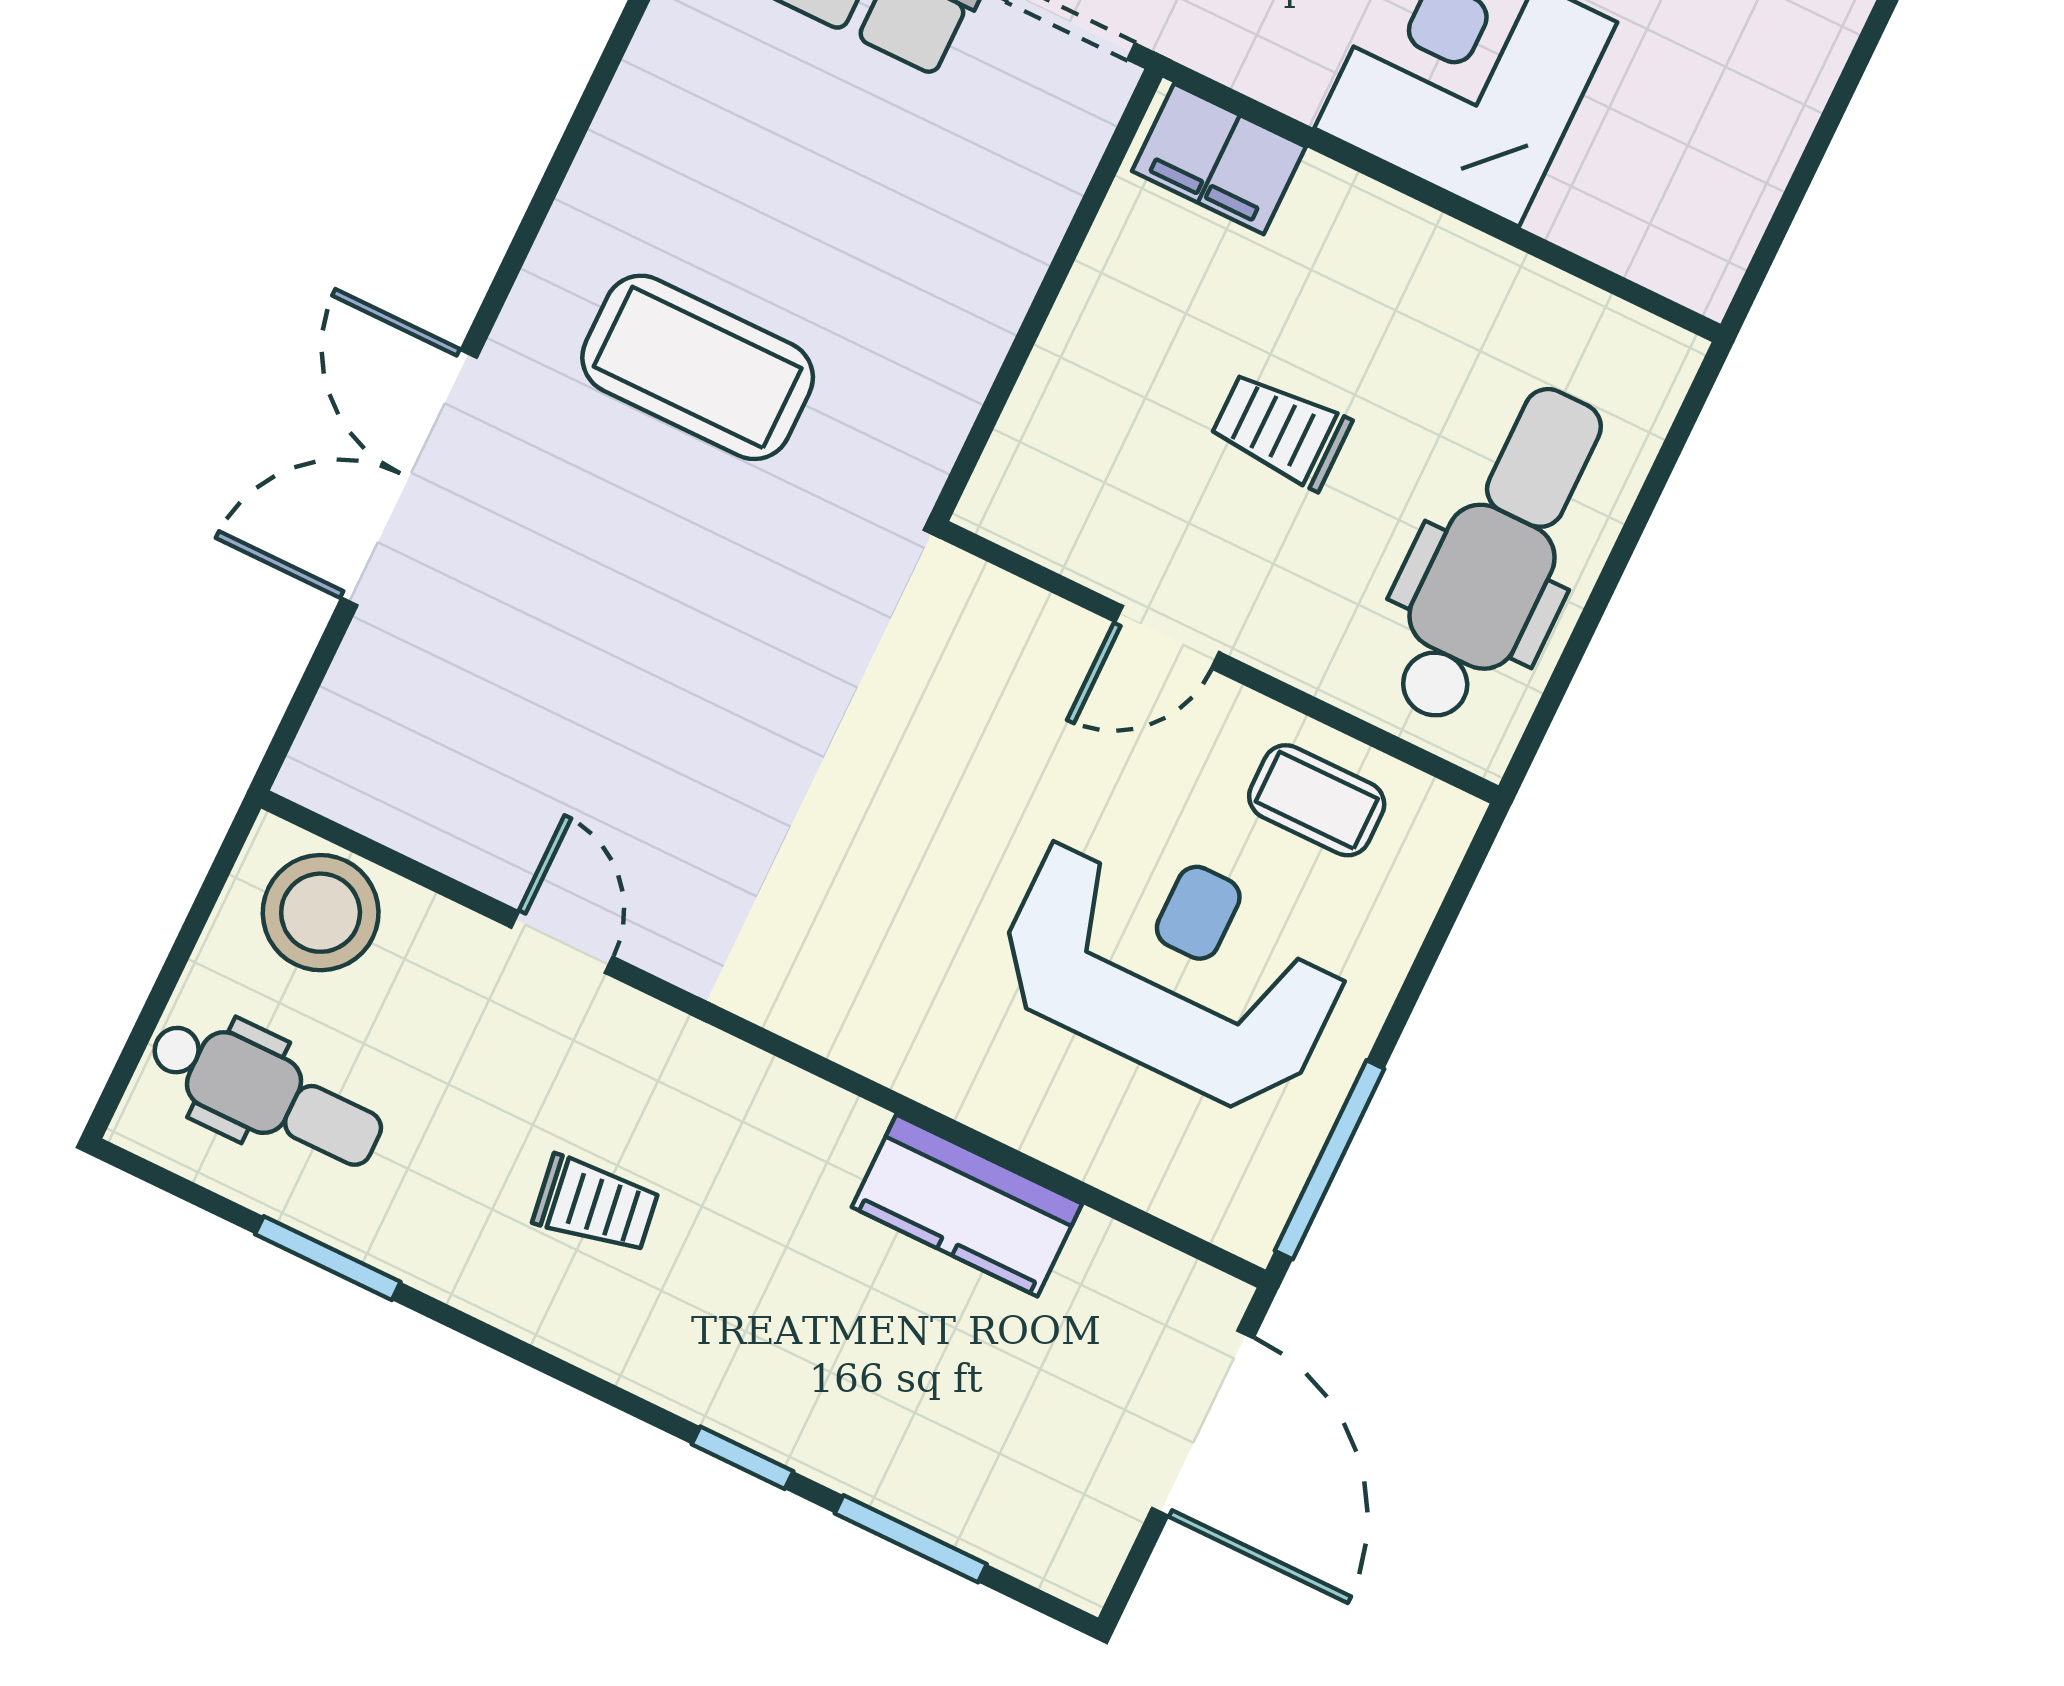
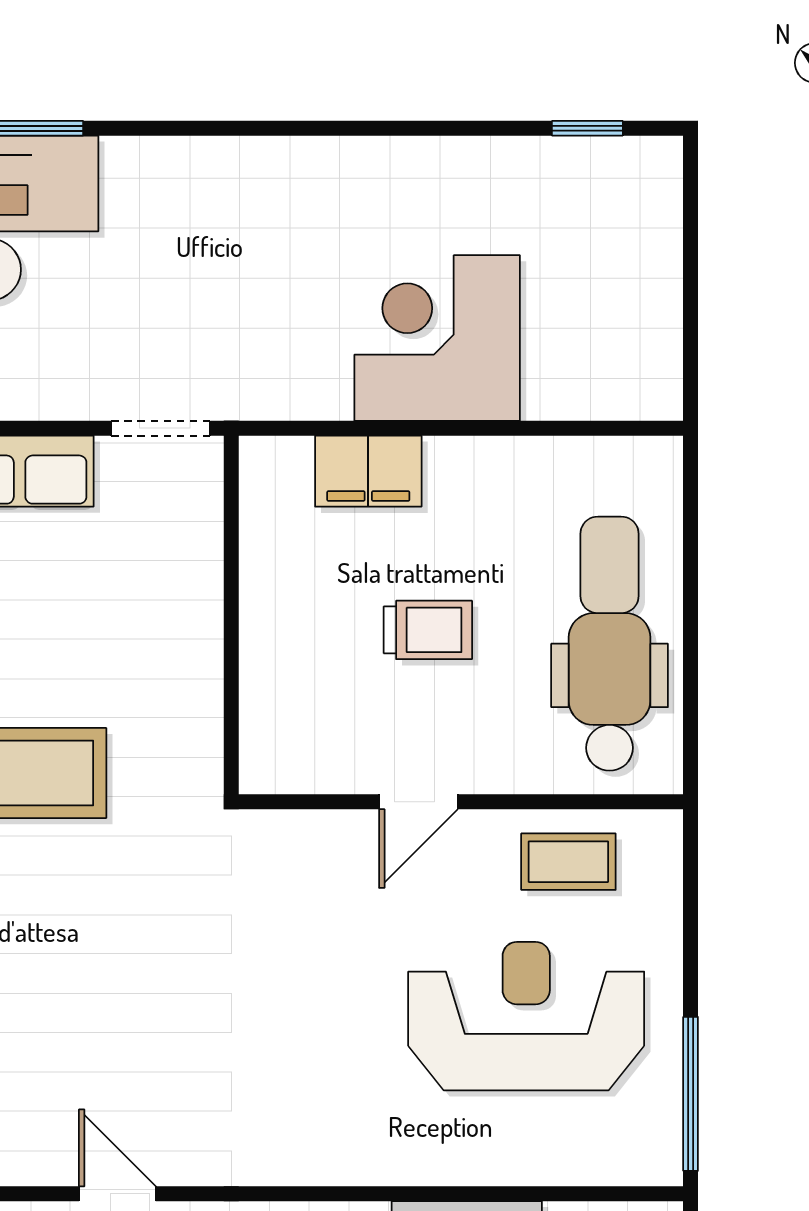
filing cabinet: (1219, 159) -> (368, 471), moved
trolley: (1281, 430) -> (428, 630), turned 180

